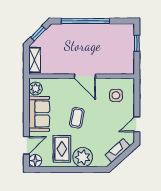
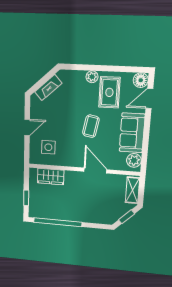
window: (85, 21) -> (58, 222), moved
wardrobe: (113, 67) -> (51, 177), added
door: (85, 76) -> (95, 171), moved
door: (137, 124) -> (27, 127), moved
plant: (83, 157) -> (92, 77), width x0.53, depth x0.53

